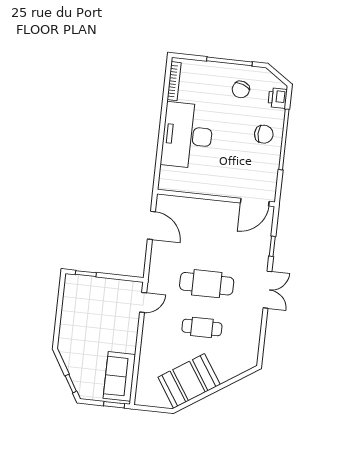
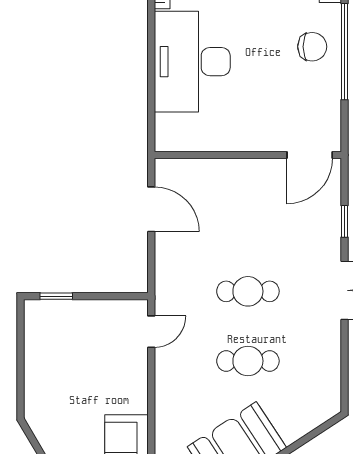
cafe table: (207, 284) -> (248, 291), width x0.73, depth x0.74

